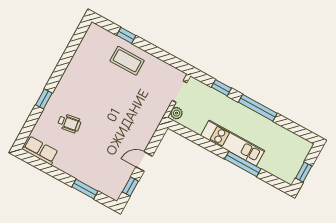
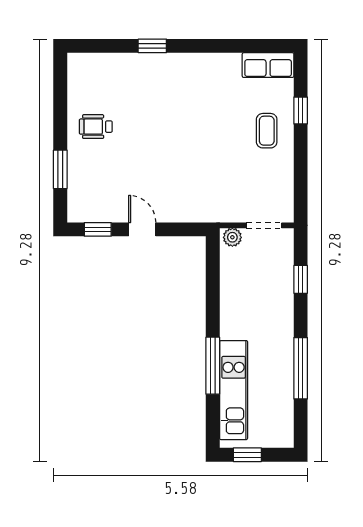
coffee table: (127, 61) -> (267, 131), width x0.73, depth x0.77
window: (258, 108) -> (301, 368), moved
wheelchair: (69, 123) -> (96, 127), moved, turned 99
kitchen unit: (233, 143) -> (234, 390), moved
row of seats: (40, 150) -> (268, 65), moved, turned 90

